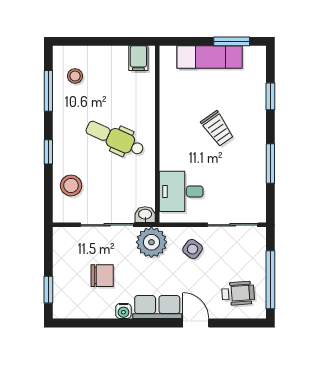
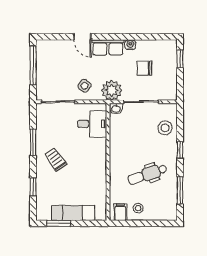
stool: (75, 76) -> (138, 208), moved
trolley: (217, 129) -> (56, 160), moved
dental chair: (115, 138) -> (147, 174), moved, turned 137
wheelchair: (238, 293) -> (54, 56), removed

